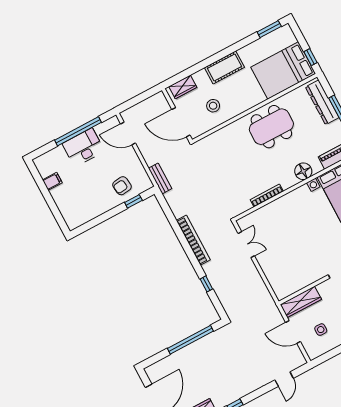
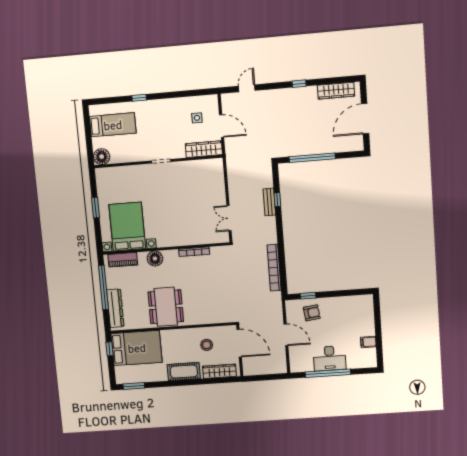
wardrobe: (183, 87) -> (220, 371), width x1.50
dining table: (271, 127) -> (166, 307), turned 90
door: (128, 133) -> (286, 335), moved
bench: (160, 178) -> (269, 202), moved
bookcase: (193, 240) -> (274, 268), moved

